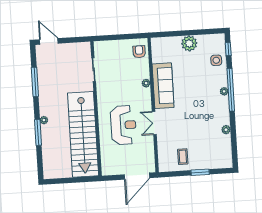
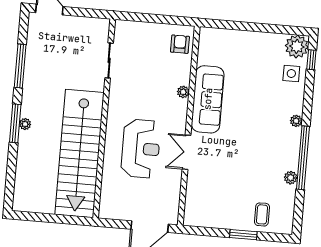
plant: (189, 43) -> (297, 46), moved
window: (231, 90) -> (303, 158), moved
window: (38, 132) -> (15, 123), moved
coffee table: (183, 157) -> (262, 214), moved

